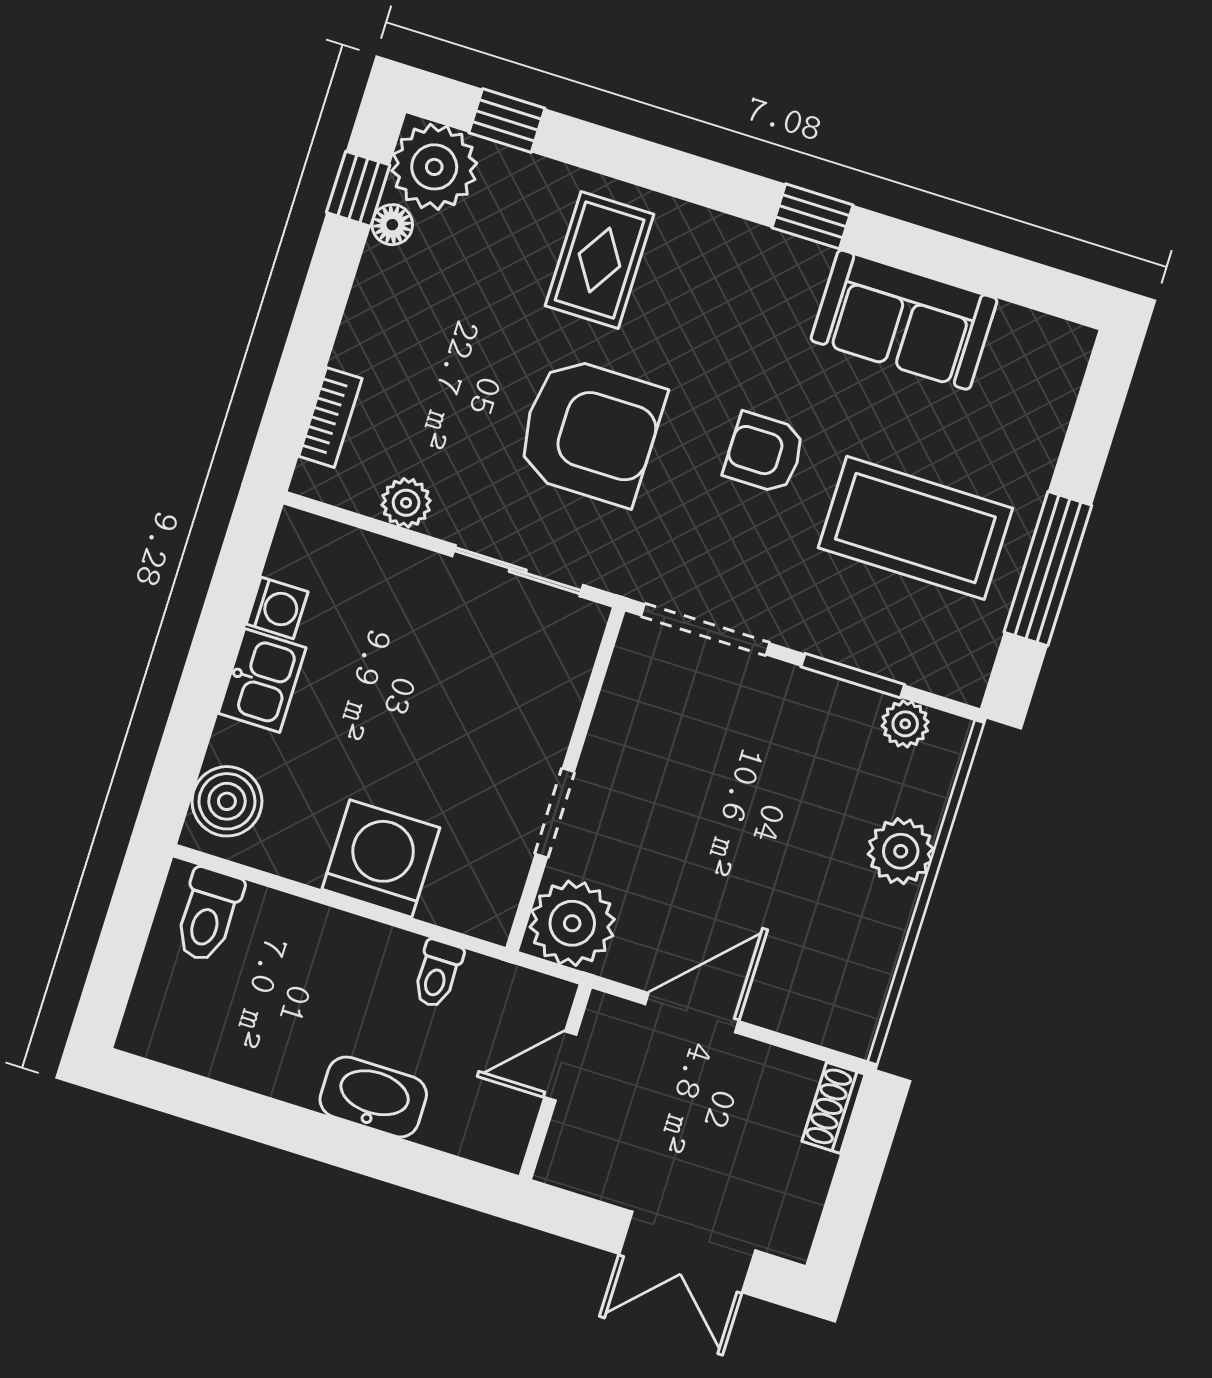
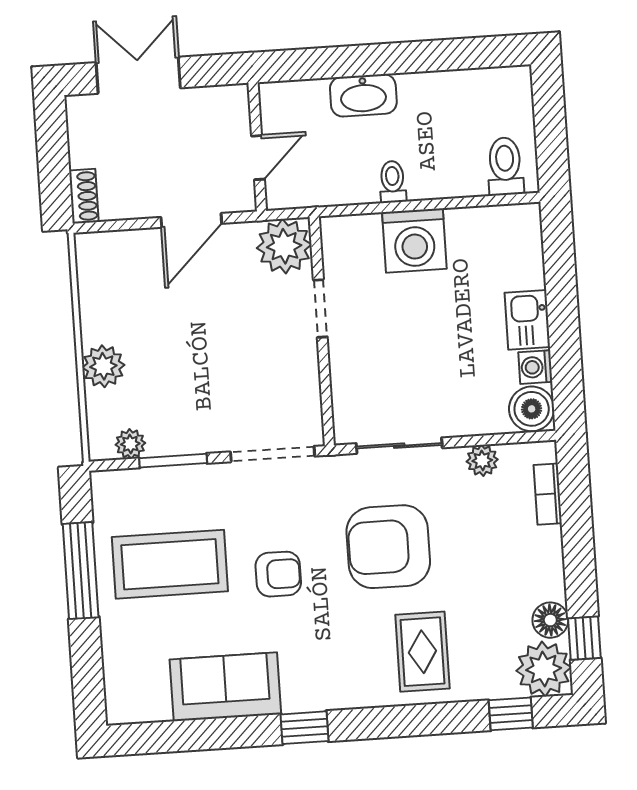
floor lamp: (392, 225) -> (550, 620), width x1.37, depth x1.37
boiler: (227, 801) -> (532, 409), moved
toilet: (437, 974) -> (393, 182), moved

